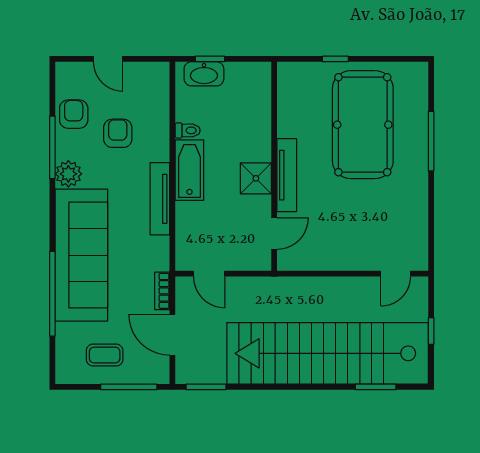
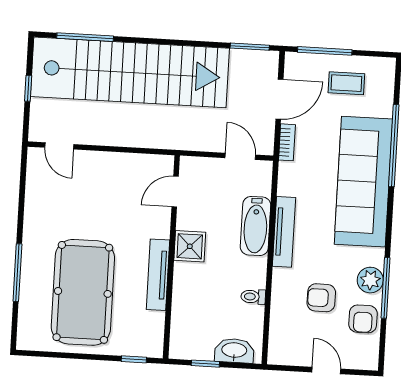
window: (210, 59) -> (205, 364), moved
window: (335, 59) -> (134, 359), moved
armchair: (118, 133) -> (321, 298), turned 90
bathtub: (189, 170) -> (256, 226), moved
plant: (68, 174) -> (370, 280), moved
tv unit: (287, 175) -> (158, 275), moved
door: (396, 274) -> (59, 146), swing flipped
door: (172, 335) -> (279, 99), hinge flipped
window: (376, 387) -> (85, 37), width x1.44

